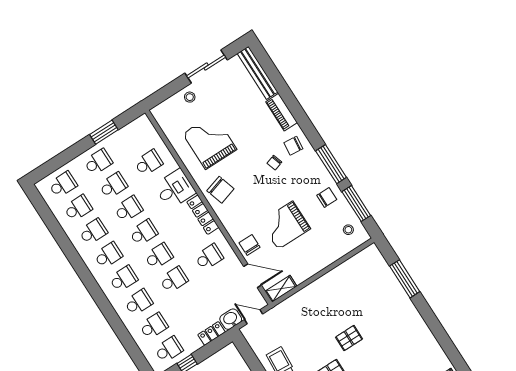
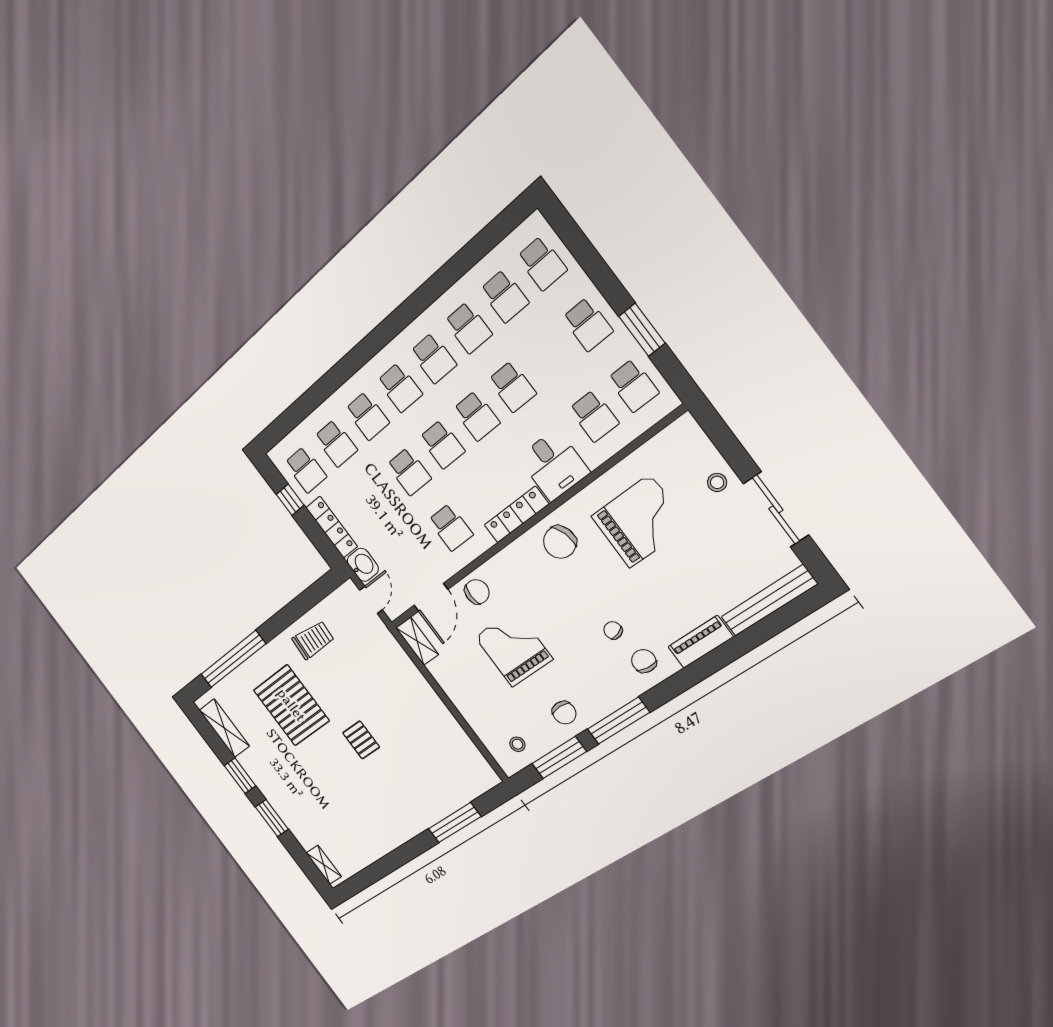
school desk: (113, 185) -> (633, 385), moved
locker: (212, 333) -> (332, 527), width x1.53

